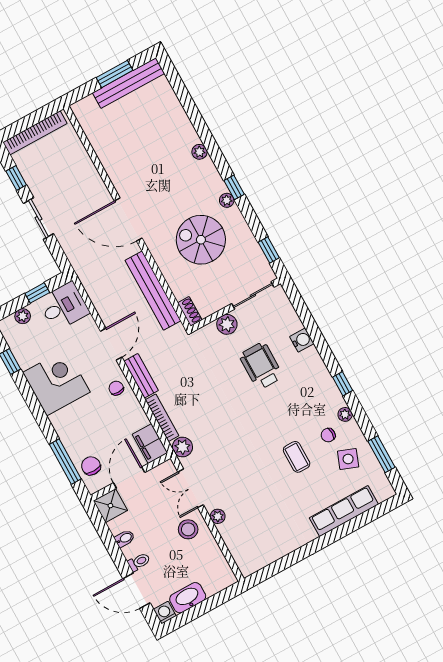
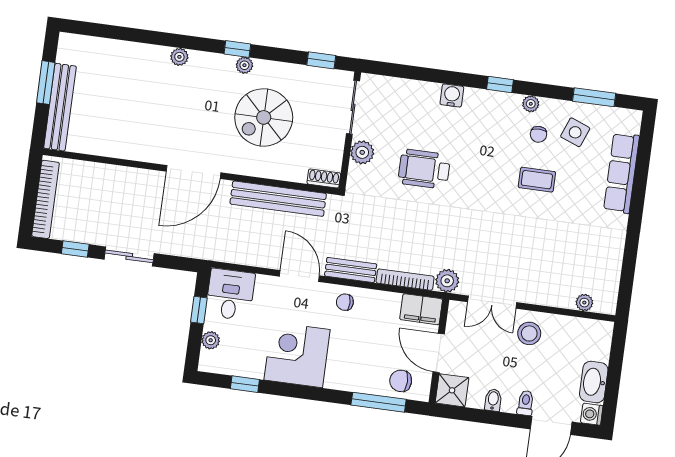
bench: (129, 83) -> (60, 107), moved
water cooler: (302, 340) -> (452, 95), moved
wheelchair: (261, 366) -> (424, 169), moved
plant: (218, 516) -> (584, 303), moved

